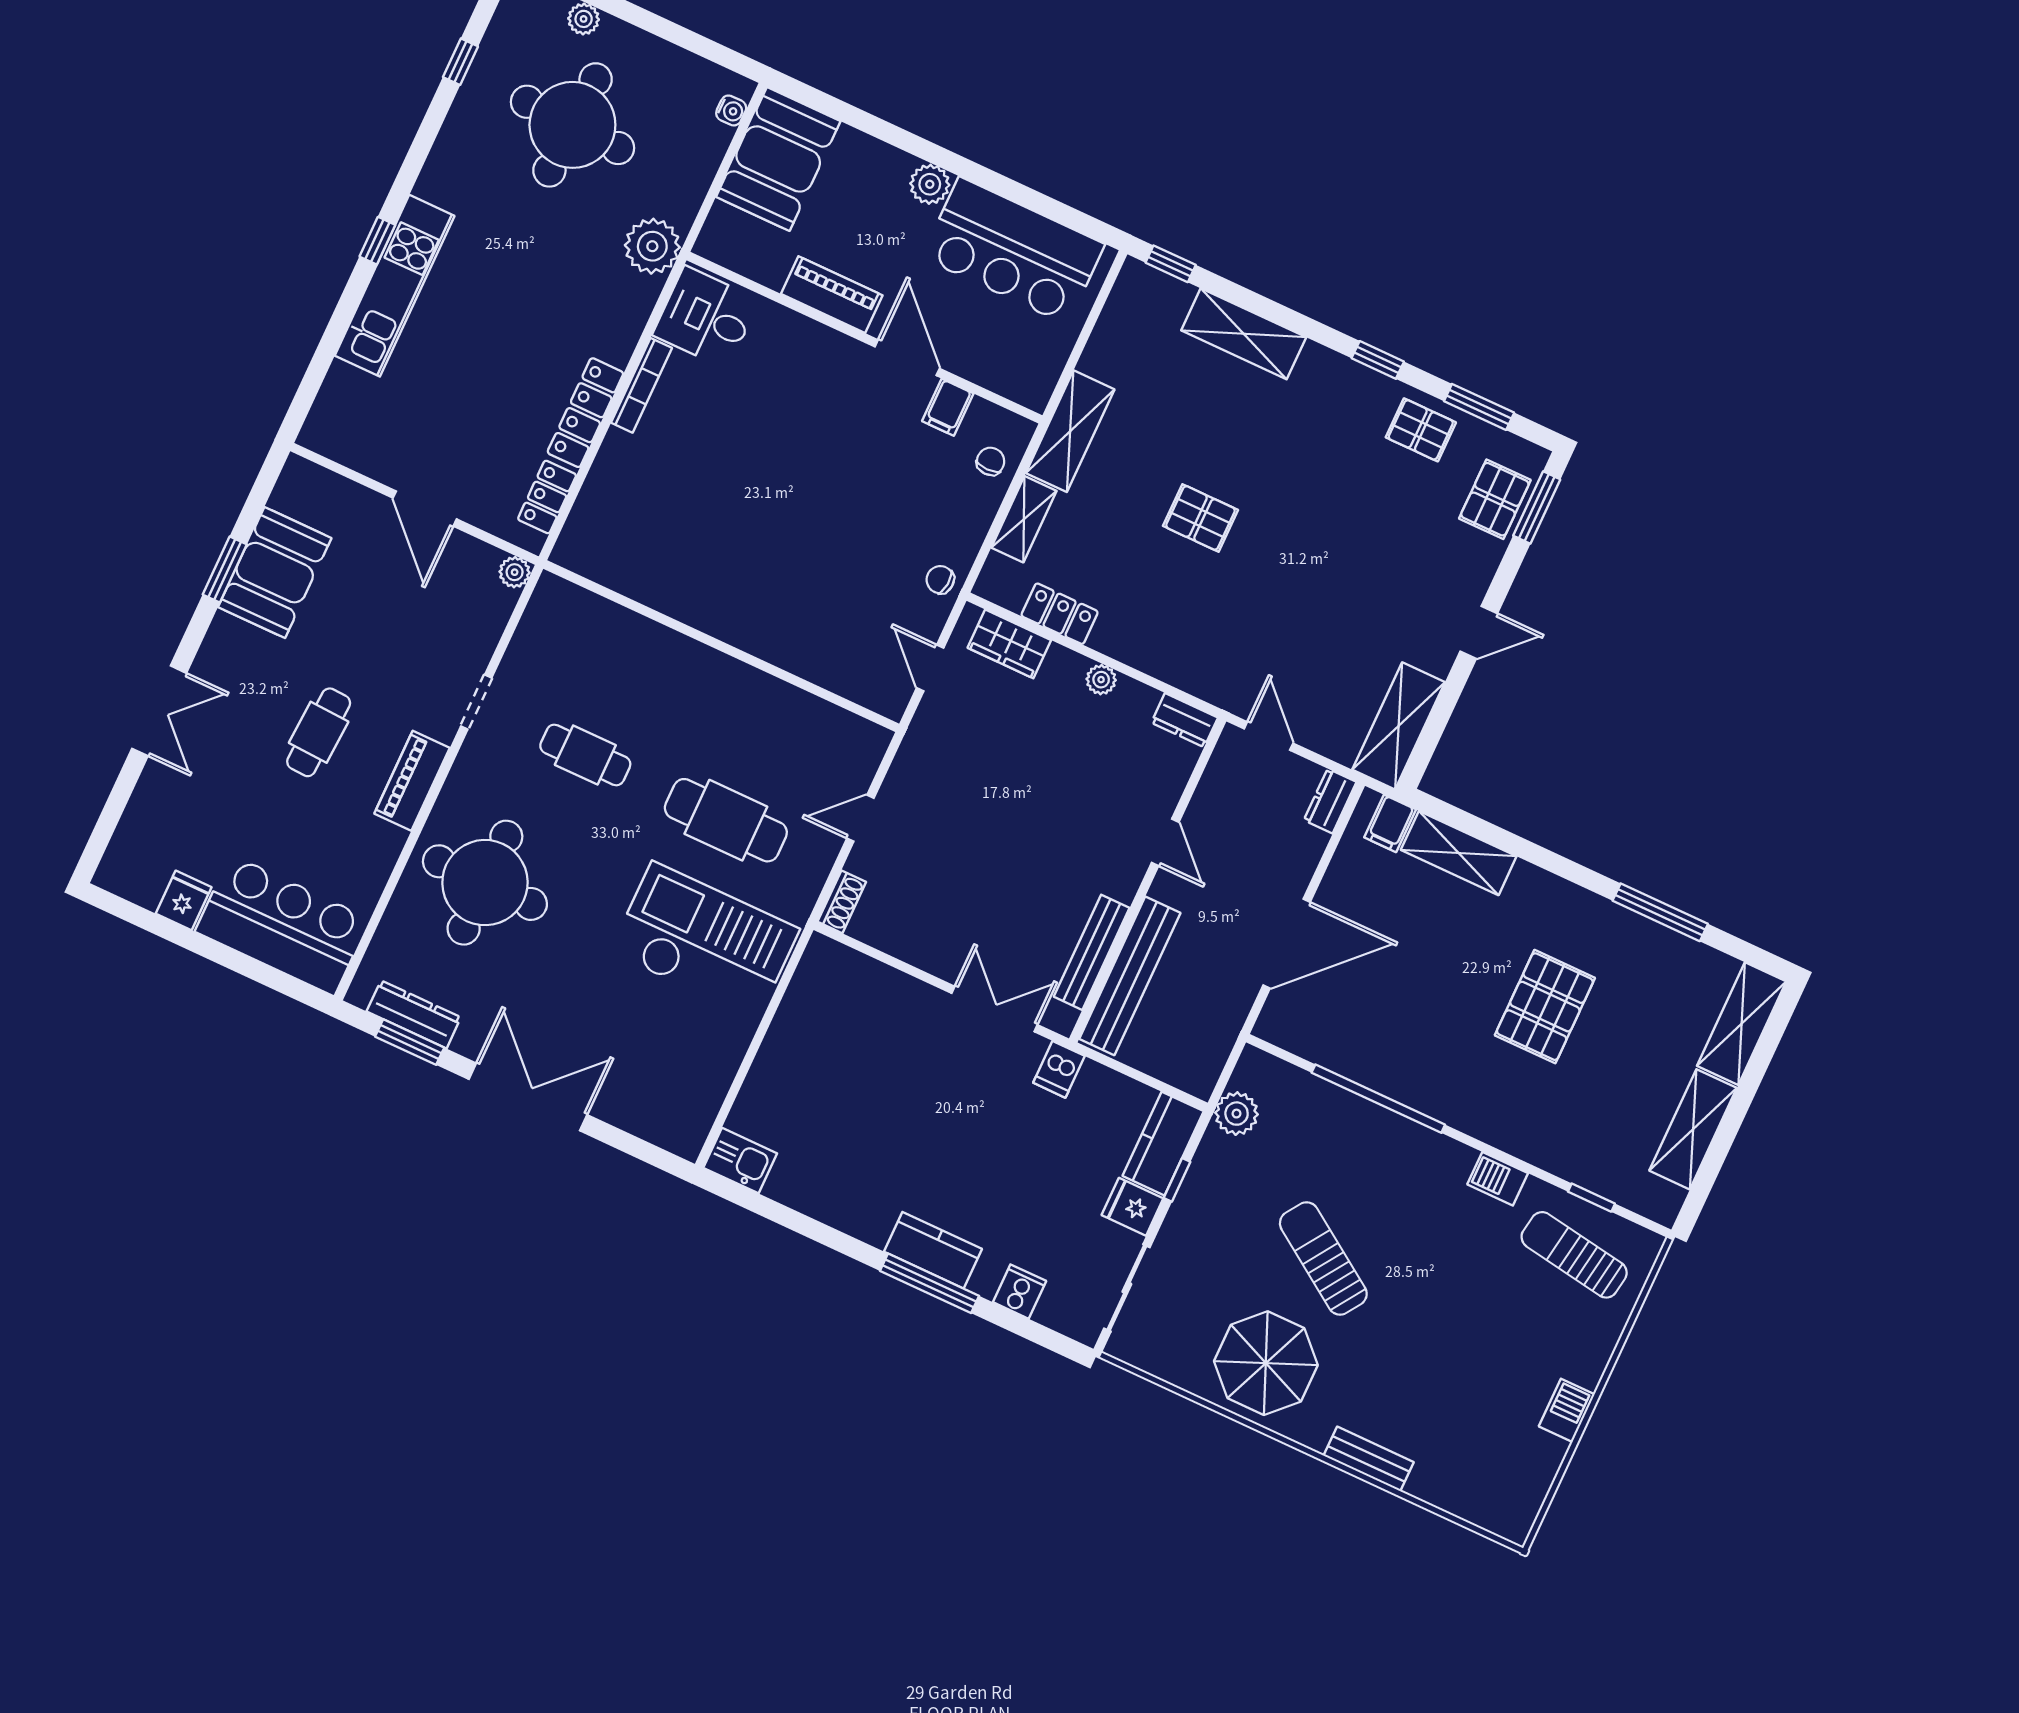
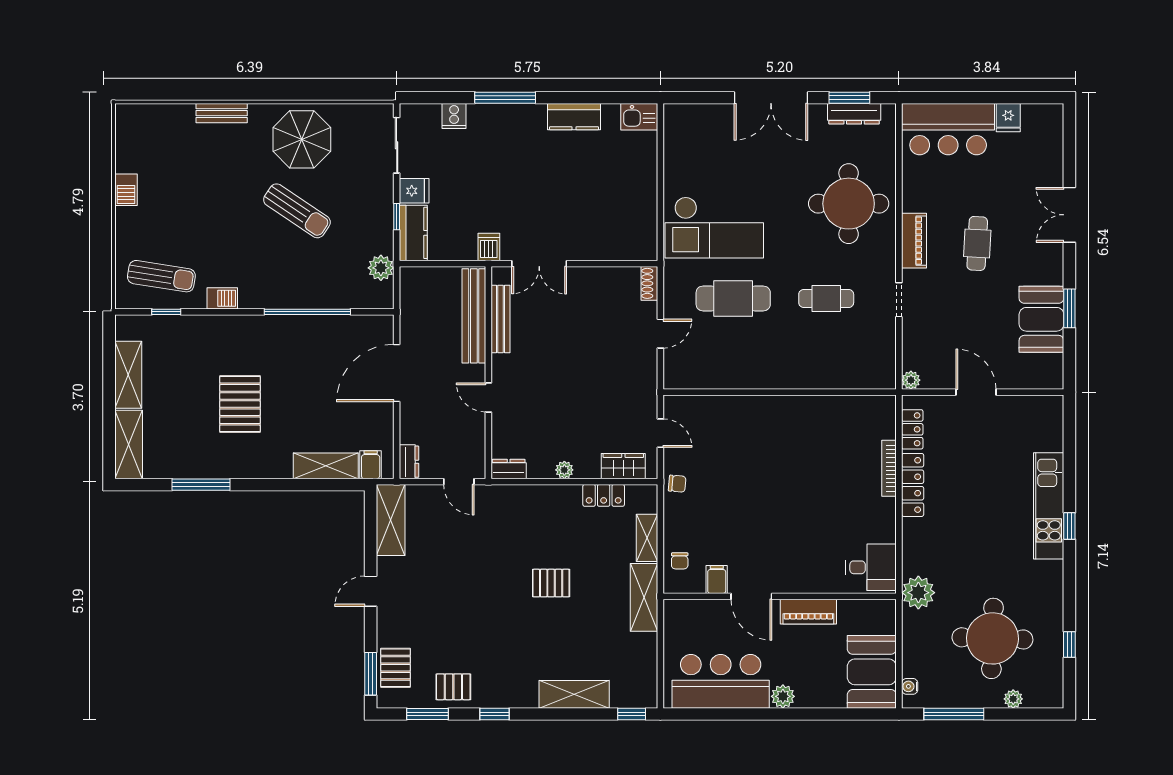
window: (684, 38) -> (954, 714), added
bookcase: (642, 385) -> (889, 468), moved
kitchen counter: (933, 1250) -> (574, 117), moved

